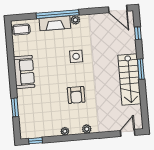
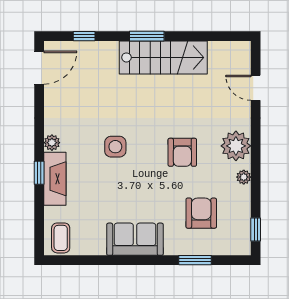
window: (57, 14) -> (39, 173), width x0.32
armchair: (76, 95) -> (182, 152), turned 90
armchair: (42, 109) -> (201, 213), added
plant: (87, 129) -> (236, 146), width x1.88, depth x1.88
door: (128, 133) -> (256, 88), moved

